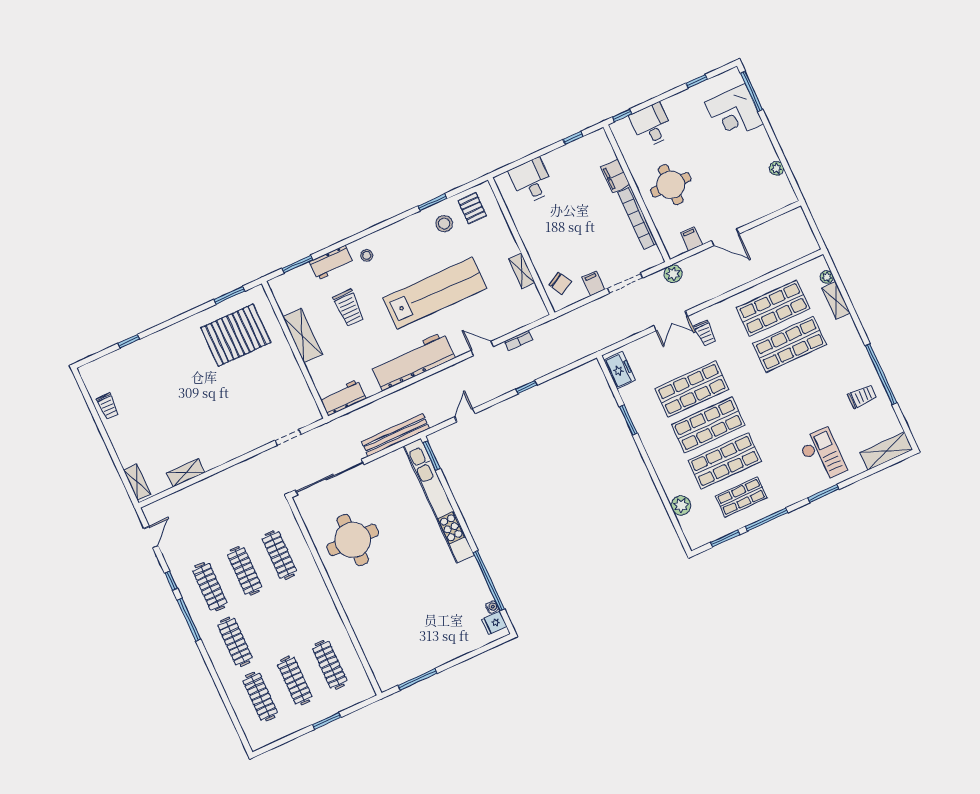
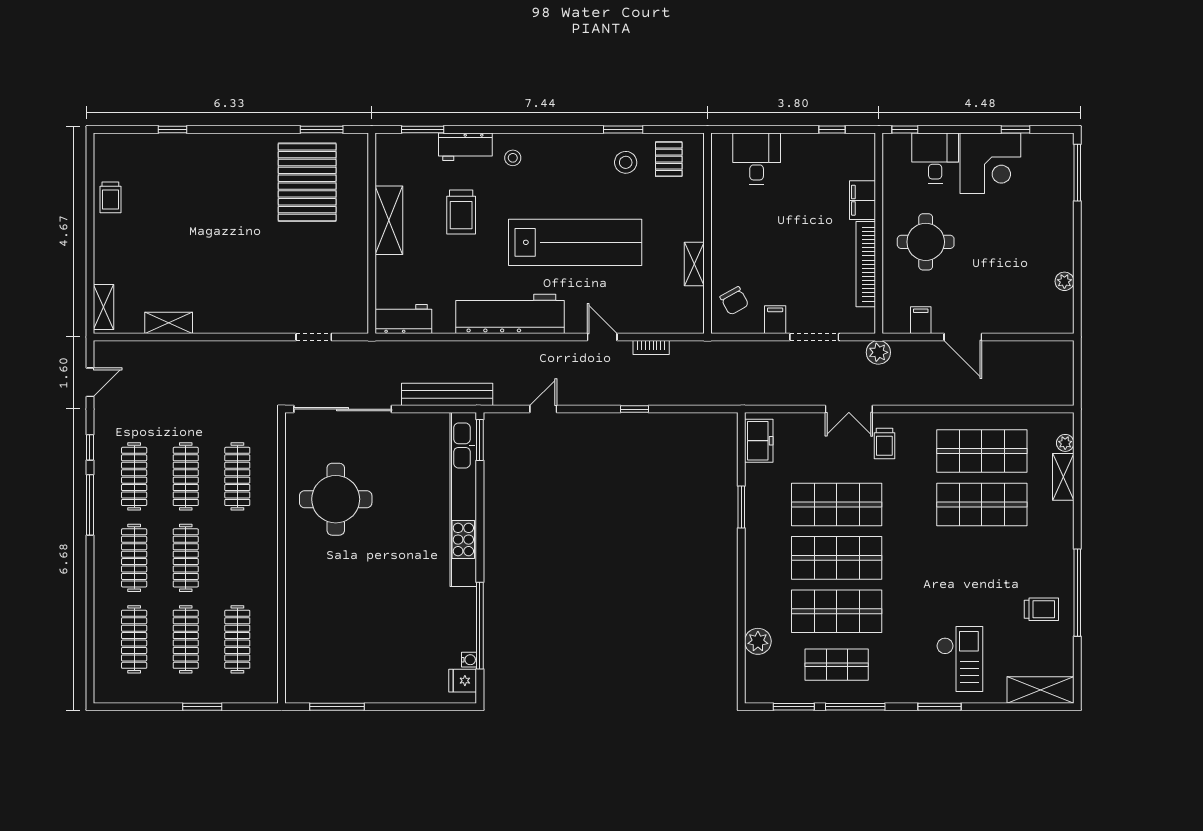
corner desk: (734, 113) -> (990, 163), moved, turned -90
pallet: (236, 335) -> (307, 182), turned 90
clothes rail: (270, 626) -> (186, 558), added

